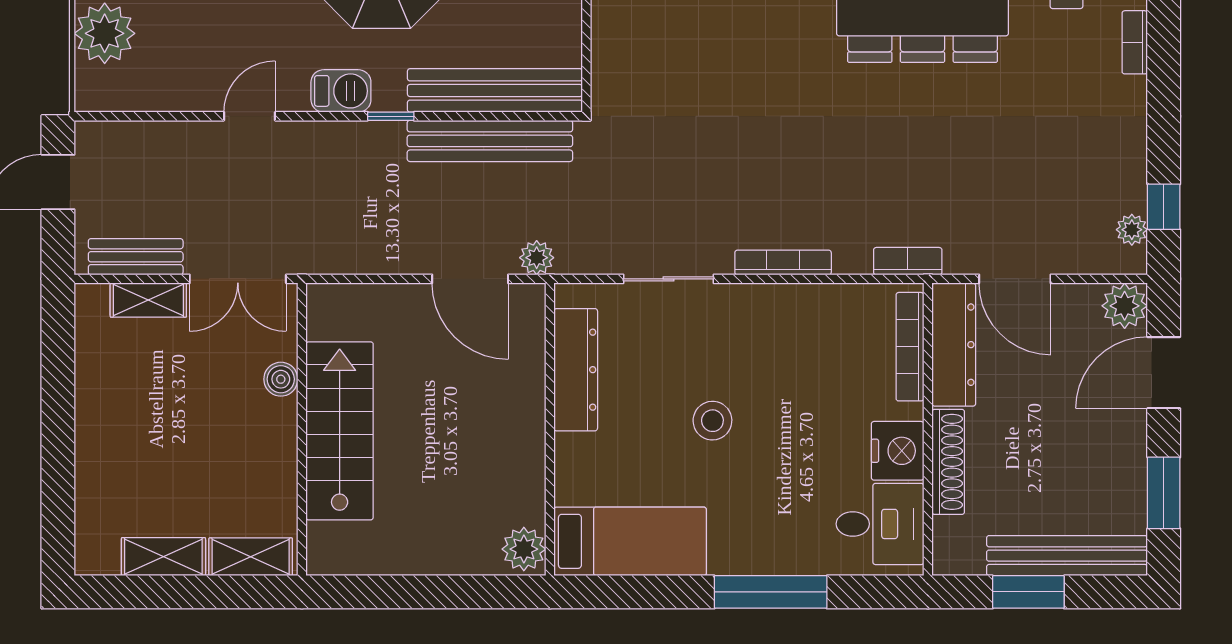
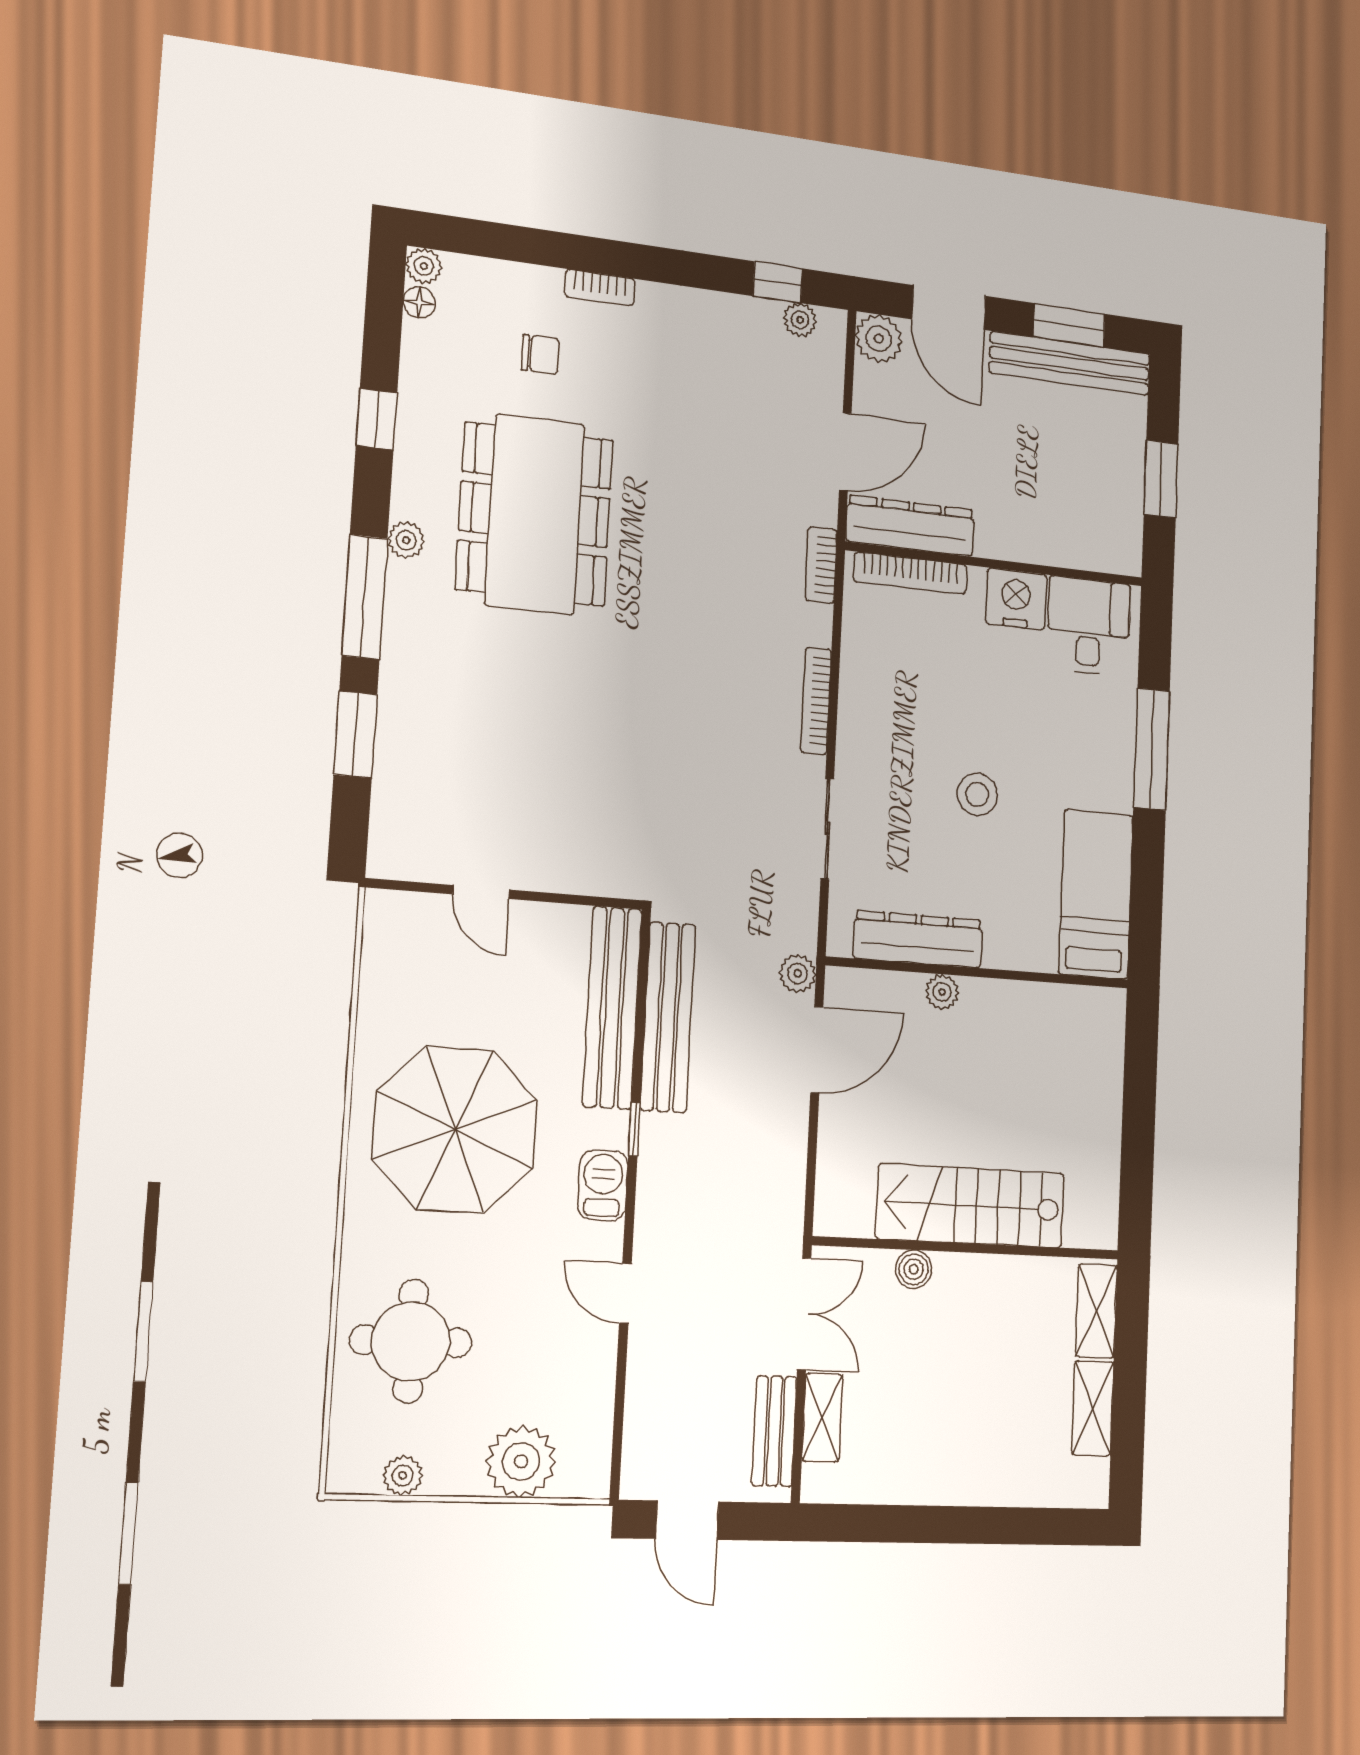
shoe rack: (948, 462) -> (1029, 547), removed
plant: (524, 549) -> (942, 992), moved, width x0.73, depth x0.73
bench: (1067, 556) -> (1070, 363), moved, turned 90

